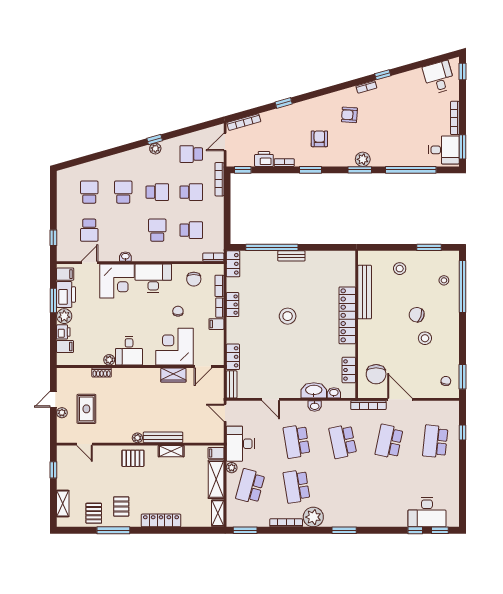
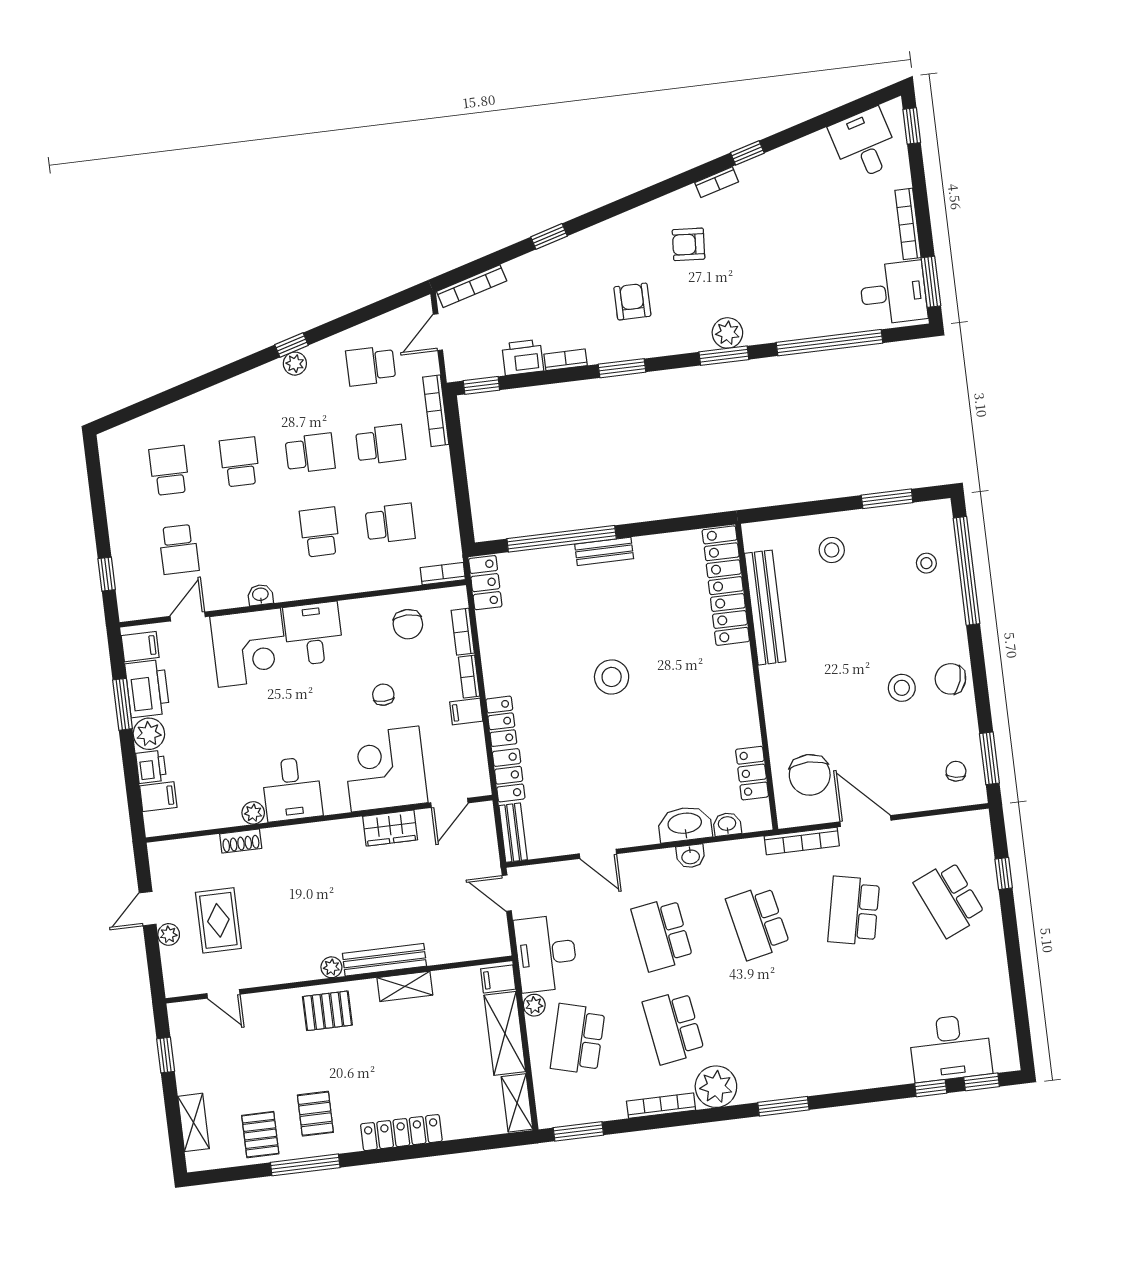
desk: (153, 278) -> (313, 634), width x0.73
locker: (233, 305) -> (501, 721), moved
locker: (347, 315) -> (726, 586), moved
chair: (417, 315) -> (950, 679), moved
school desk: (435, 441) -> (949, 899), turned -30

